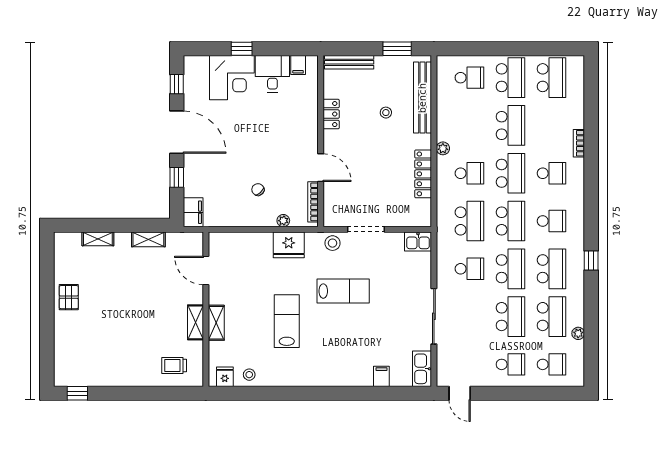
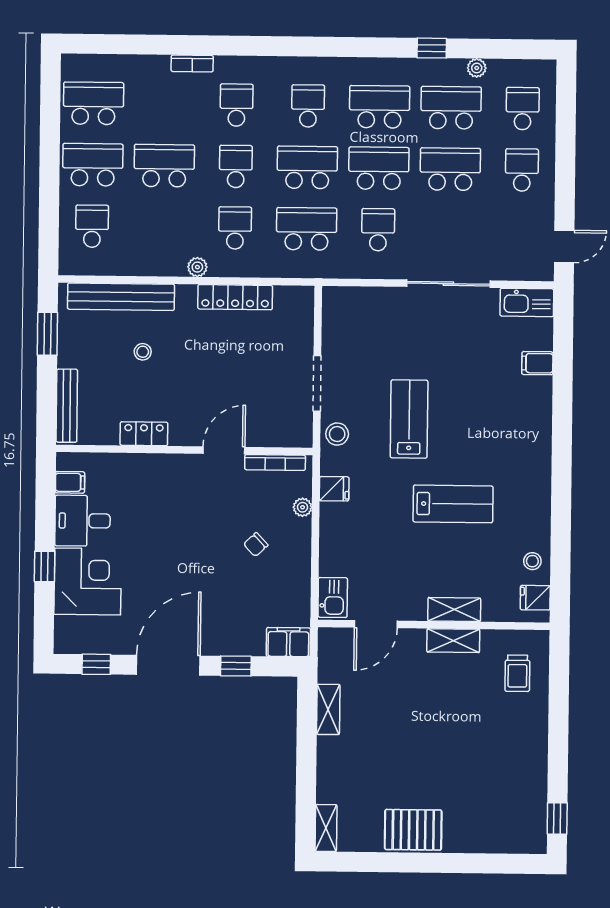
school desk: (510, 173) -> (236, 166), width x0.54
shelving: (98, 239) -> (326, 828), moved
kitchen sink: (418, 242) -> (333, 598), moved
fridge: (289, 245) -> (334, 489), width x0.53, depth x0.75
window: (591, 260) -> (432, 48), moved
pallet: (69, 297) -> (413, 830), width x1.50, depth x1.42
lab bench: (287, 321) -> (453, 504), turned 180

